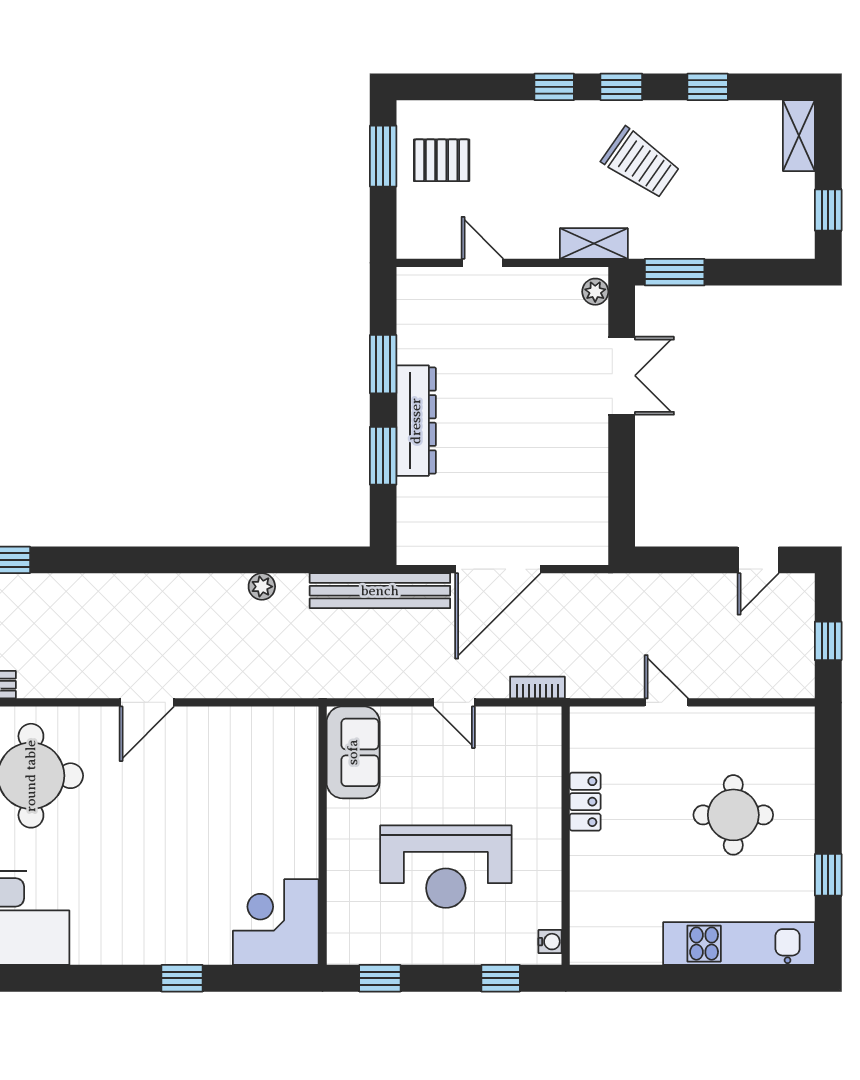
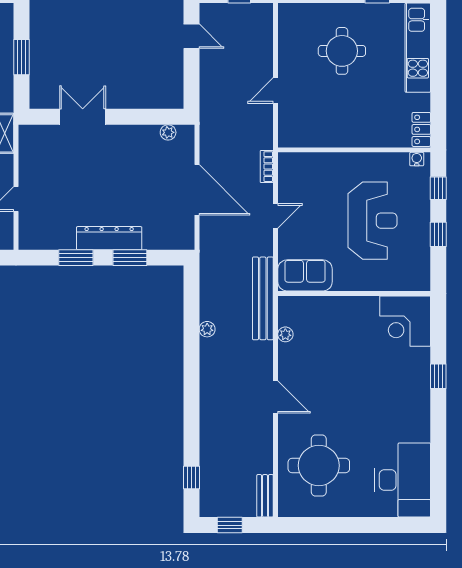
window: (675, 272) -> (22, 57), moved
plant: (595, 292) -> (168, 132), moved
bench: (380, 591) -> (263, 298), moved
plant: (253, 719) -> (285, 334), added
locker: (585, 802) -> (421, 129), moved, turned -90
window: (380, 978) -> (438, 234), moved

